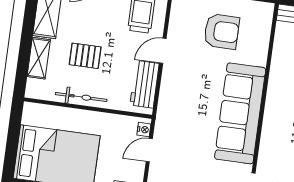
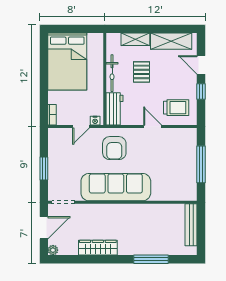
armchair: (222, 31) -> (114, 148), moved
workbench: (145, 84) -> (115, 109), moved, turned 90
door: (149, 150) -> (81, 126), swing flipped

